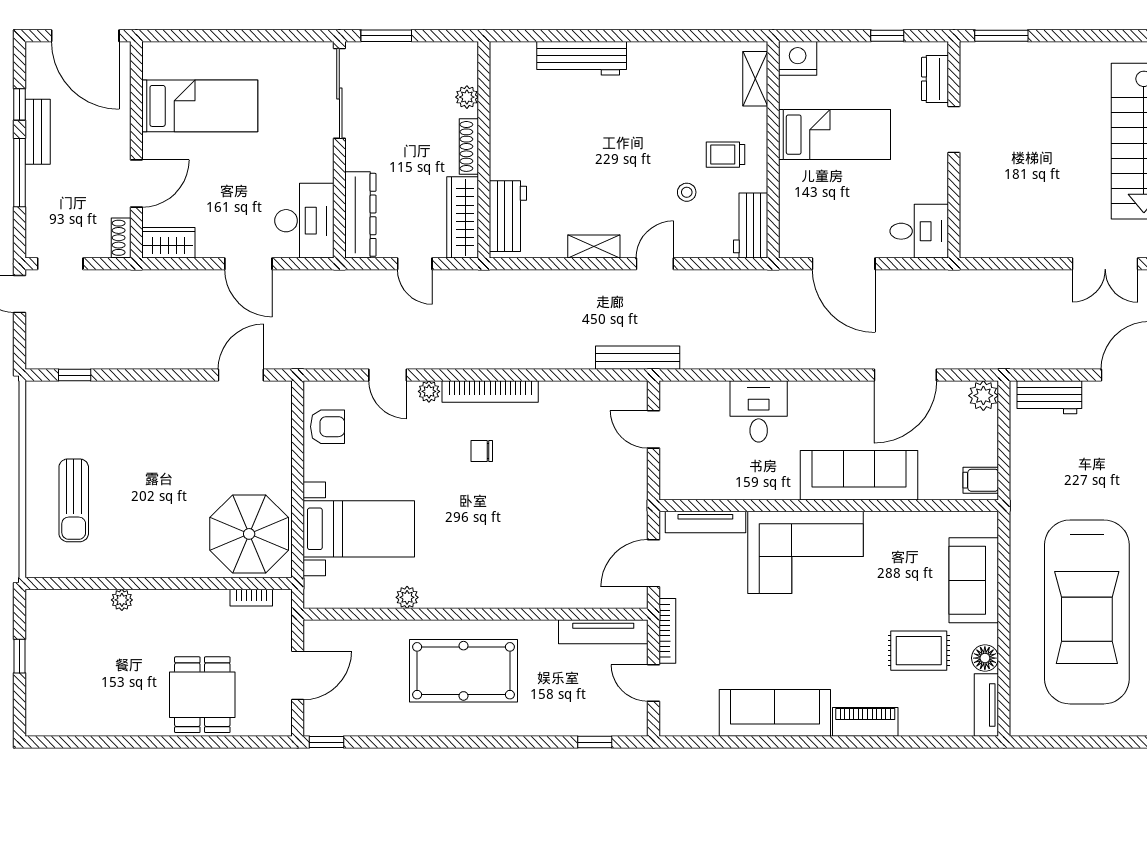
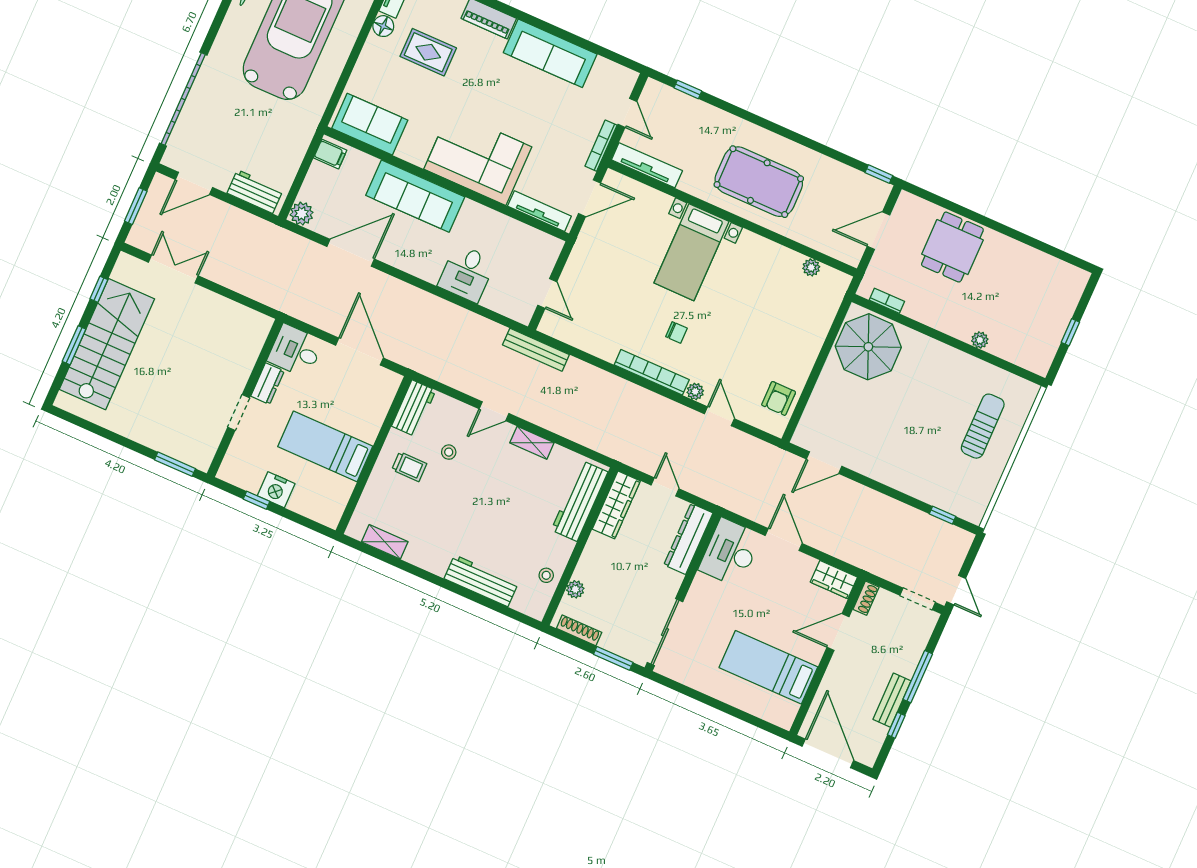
nightstand: (798, 58) -> (276, 490), moved
shelving: (755, 79) -> (385, 542), moved, turned 90
dresser: (935, 79) -> (267, 384), moved
stool: (508, 98) -> (546, 575), added
shoe rack: (469, 146) -> (579, 630), moved, turned -90
workbench: (508, 216) -> (579, 501), width x1.38
armchair: (328, 427) -> (779, 398), turned -90
bed with nightstands: (359, 529) -> (691, 252), moved, turned -90
sofa: (974, 580) -> (370, 124), moved, turned -90
plant: (407, 597) -> (811, 267), moved

